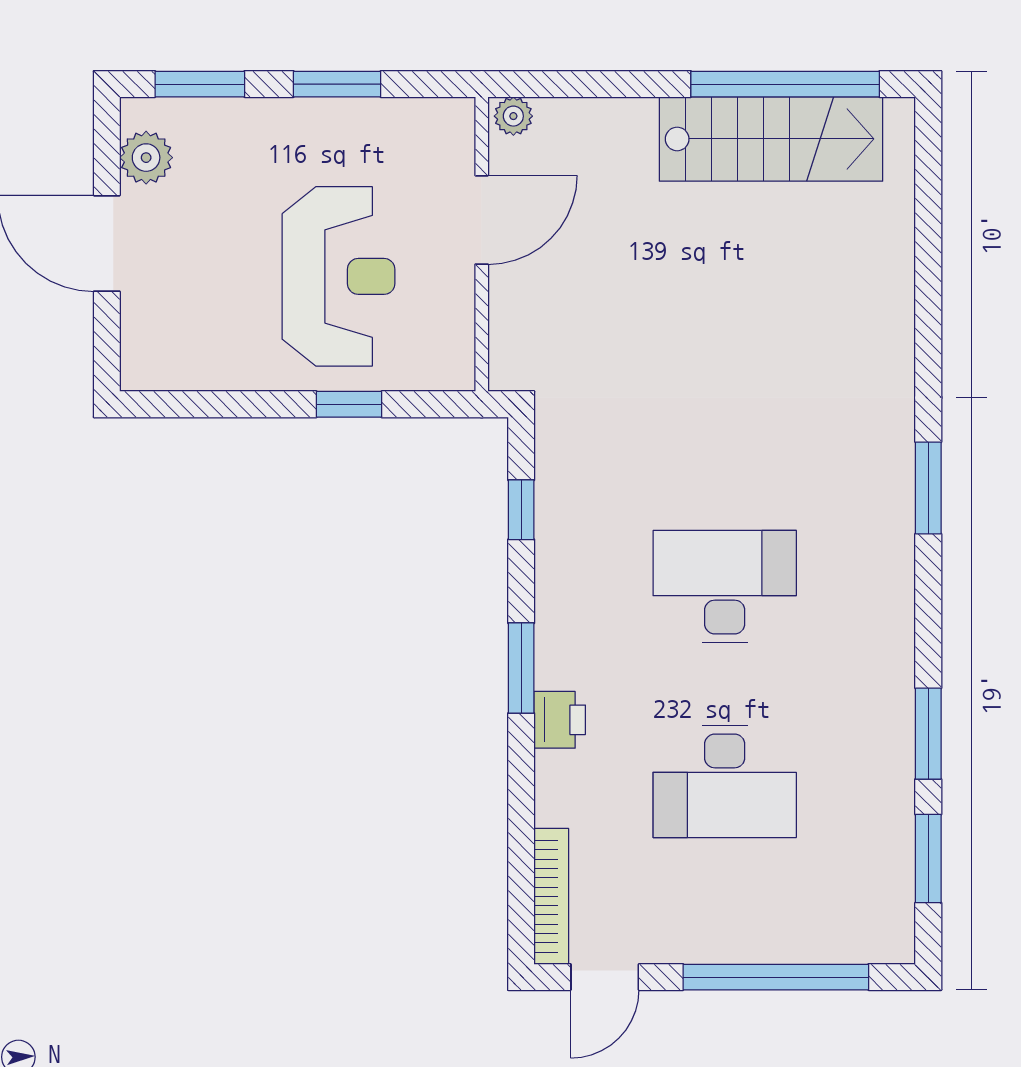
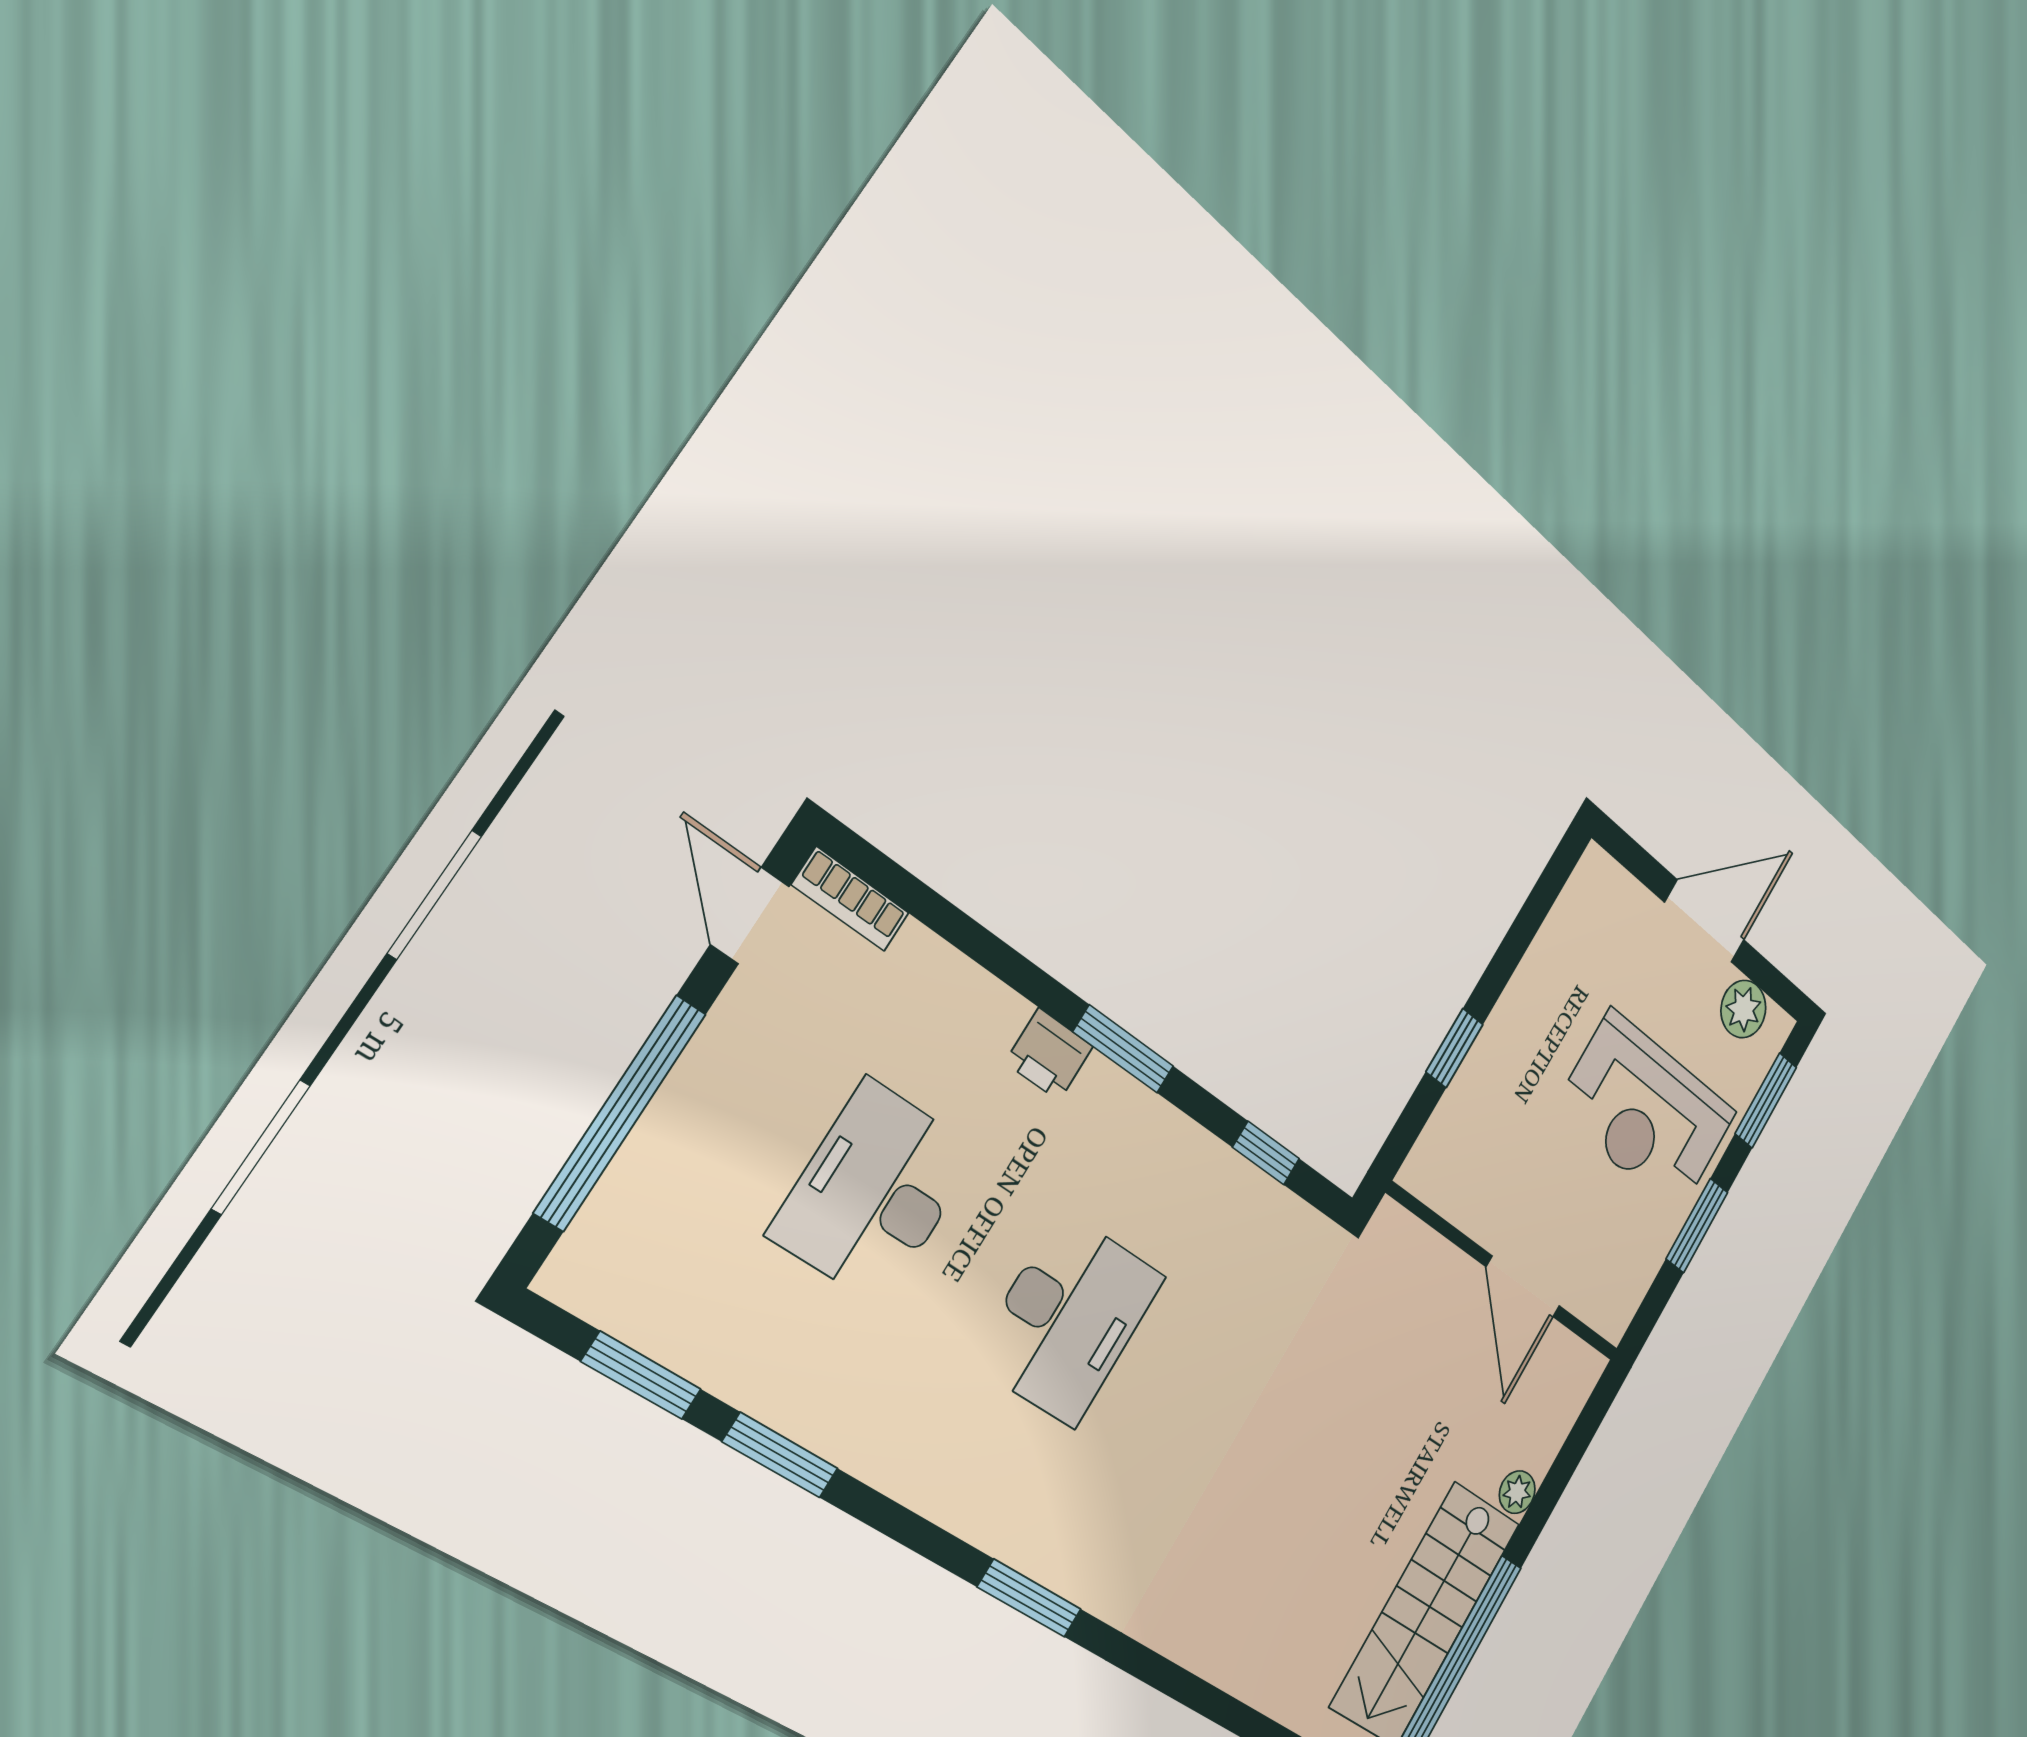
plant: (513, 116) -> (1517, 1492), moved
reception desk: (338, 276) -> (1645, 1112), moved
bookcase: (551, 896) -> (850, 899), width x0.64

